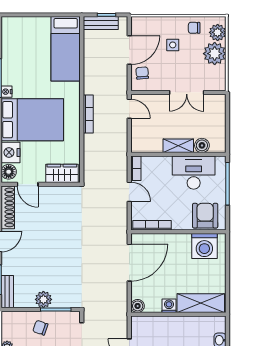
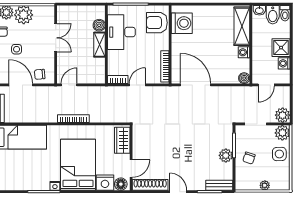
shelving: (201, 303) -> (242, 26), moved
boiler: (138, 306) -> (244, 78), moved
washing machine: (169, 306) -> (244, 52), moved
wall: (178, 314) -> (251, 45), moved

